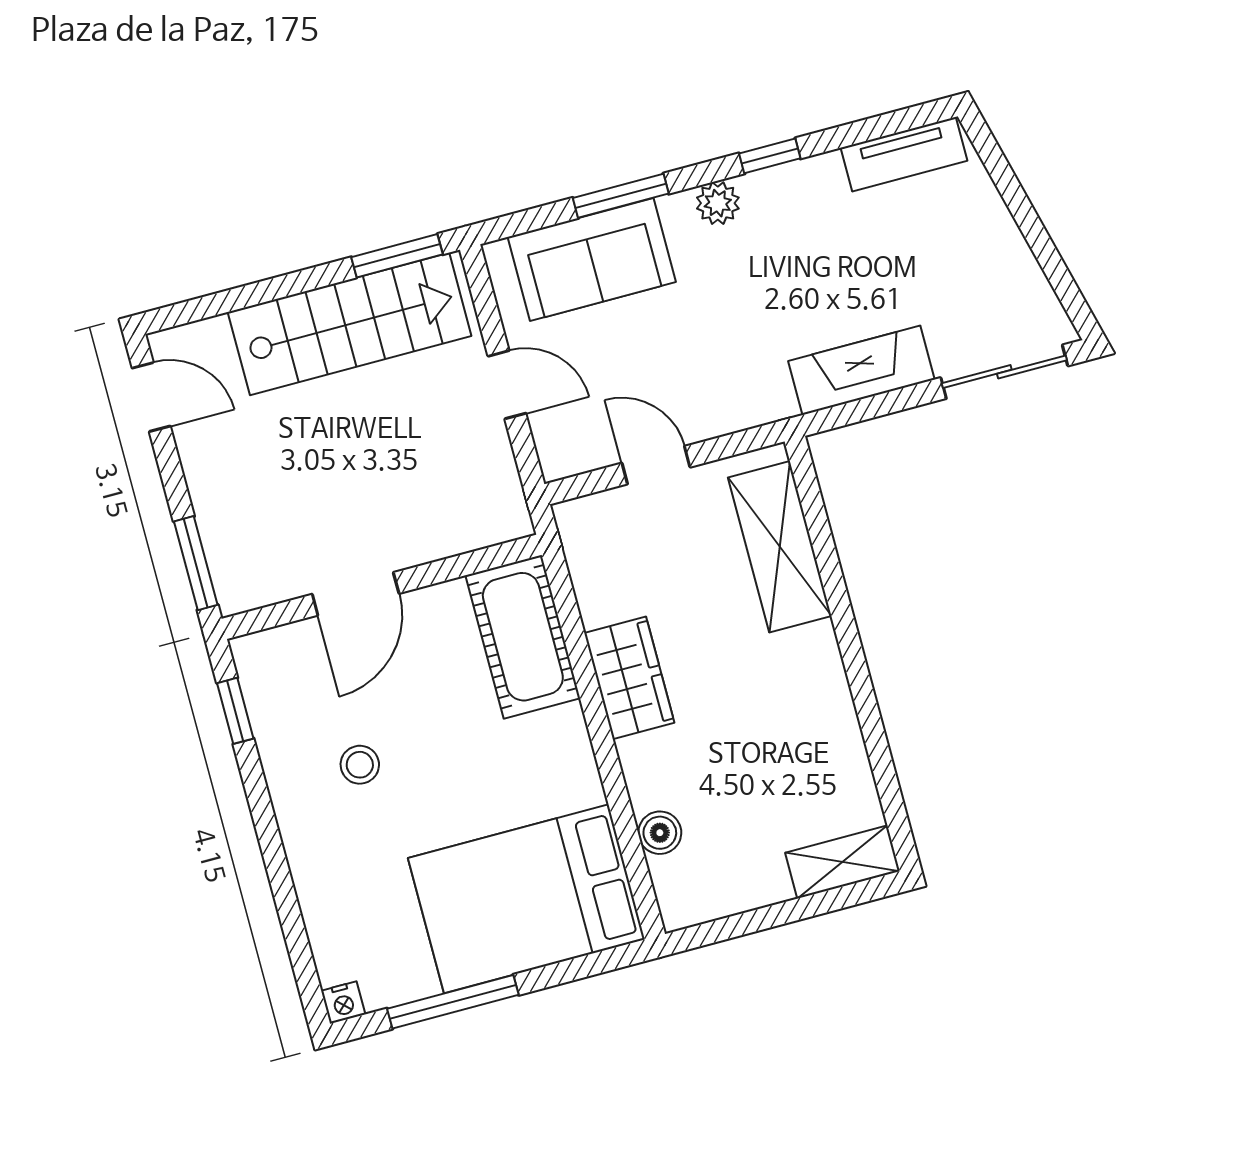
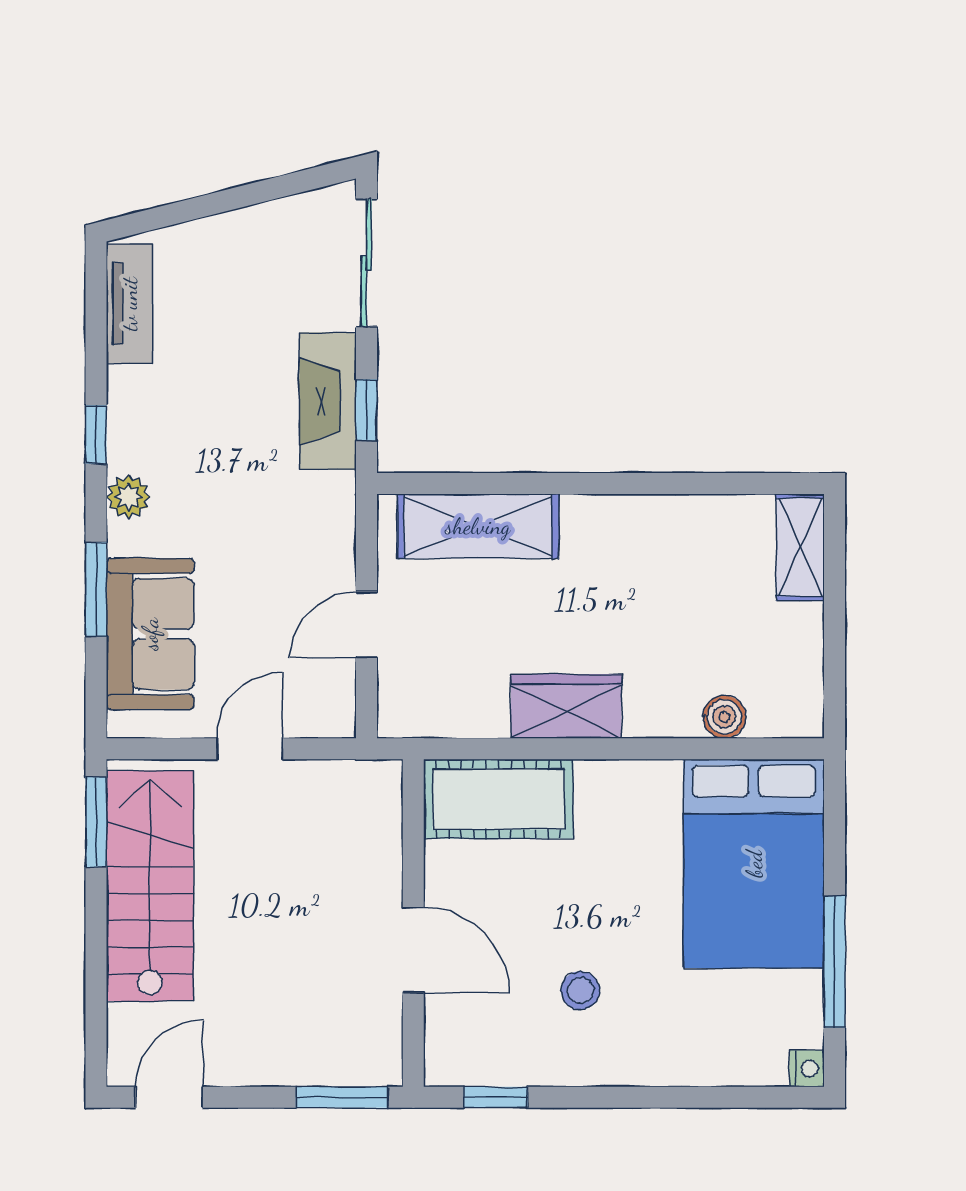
window: (863, 410) -> (367, 410), added

